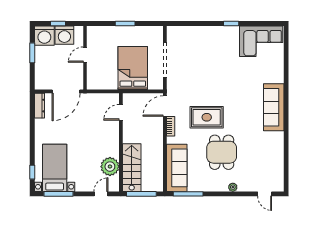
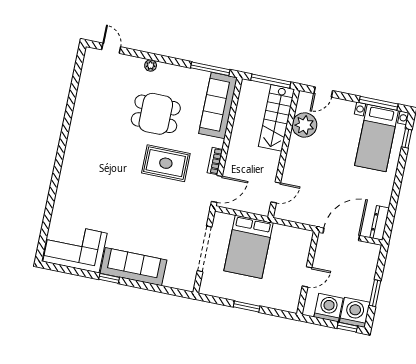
window: (58, 23) -> (347, 327), moved
sofa: (274, 107) -> (133, 267), moved, turned -90
dining table: (222, 152) -> (156, 114), turned 90

